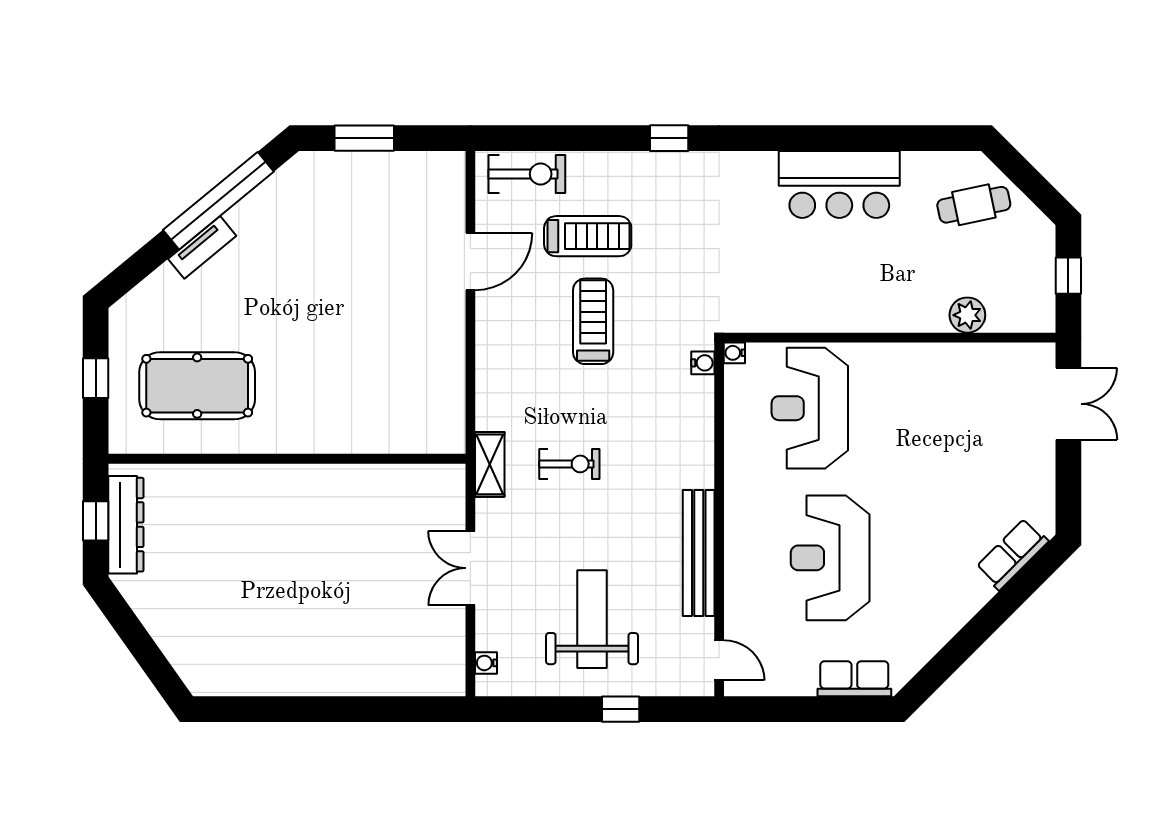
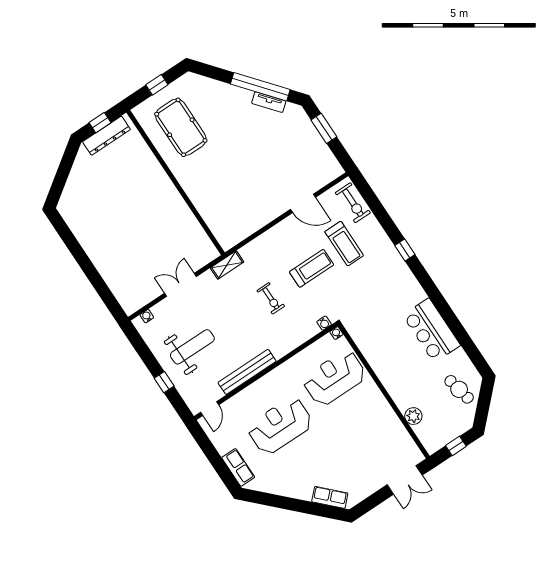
tv unit: (202, 247) -> (269, 102), moved
exercise bike: (569, 464) -> (271, 298), moved

